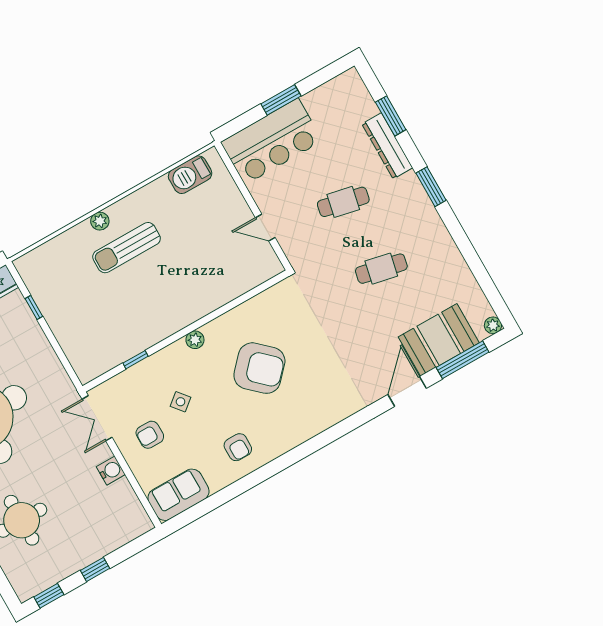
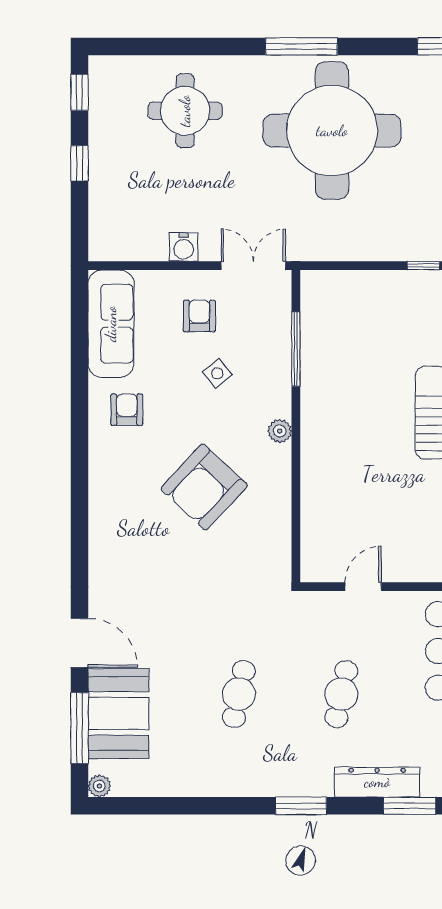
window: (136, 360) -> (296, 349), width x2.17
armchair: (238, 447) -> (127, 410), turned 90
sofa: (178, 495) -> (111, 324), width x1.36

